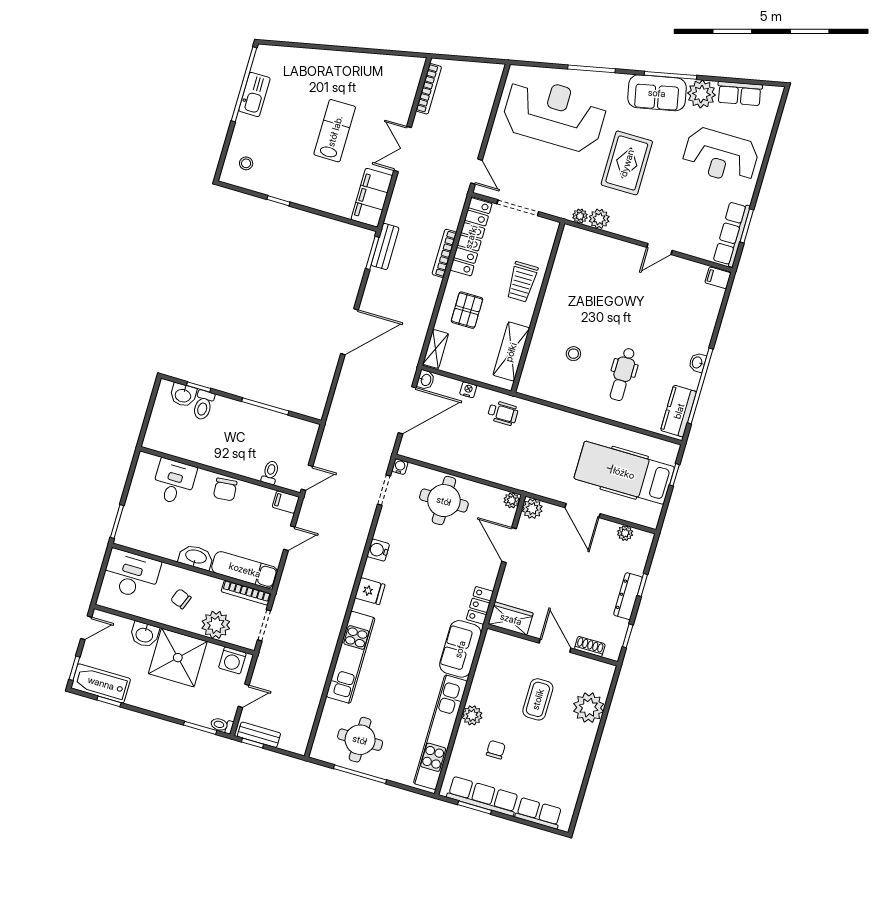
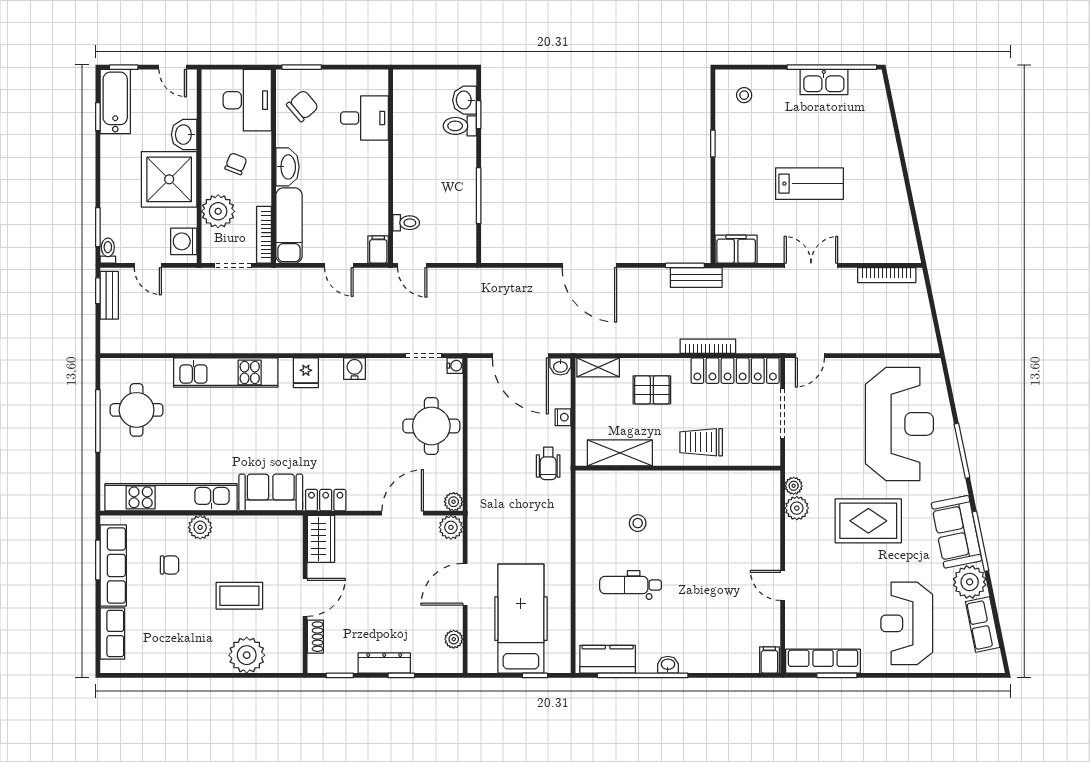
filing cabinet: (372, 198) -> (736, 249), width x0.67, depth x0.86
chair: (225, 489) -> (302, 106), moved, turned 145

